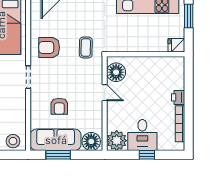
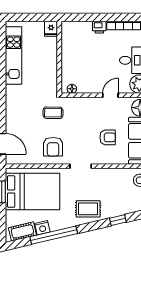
window: (189, 16) -> (24, 17), removed
floor lamp: (116, 72) -> (72, 89), width x0.53, depth x0.53
door: (105, 93) -> (110, 95), moved

